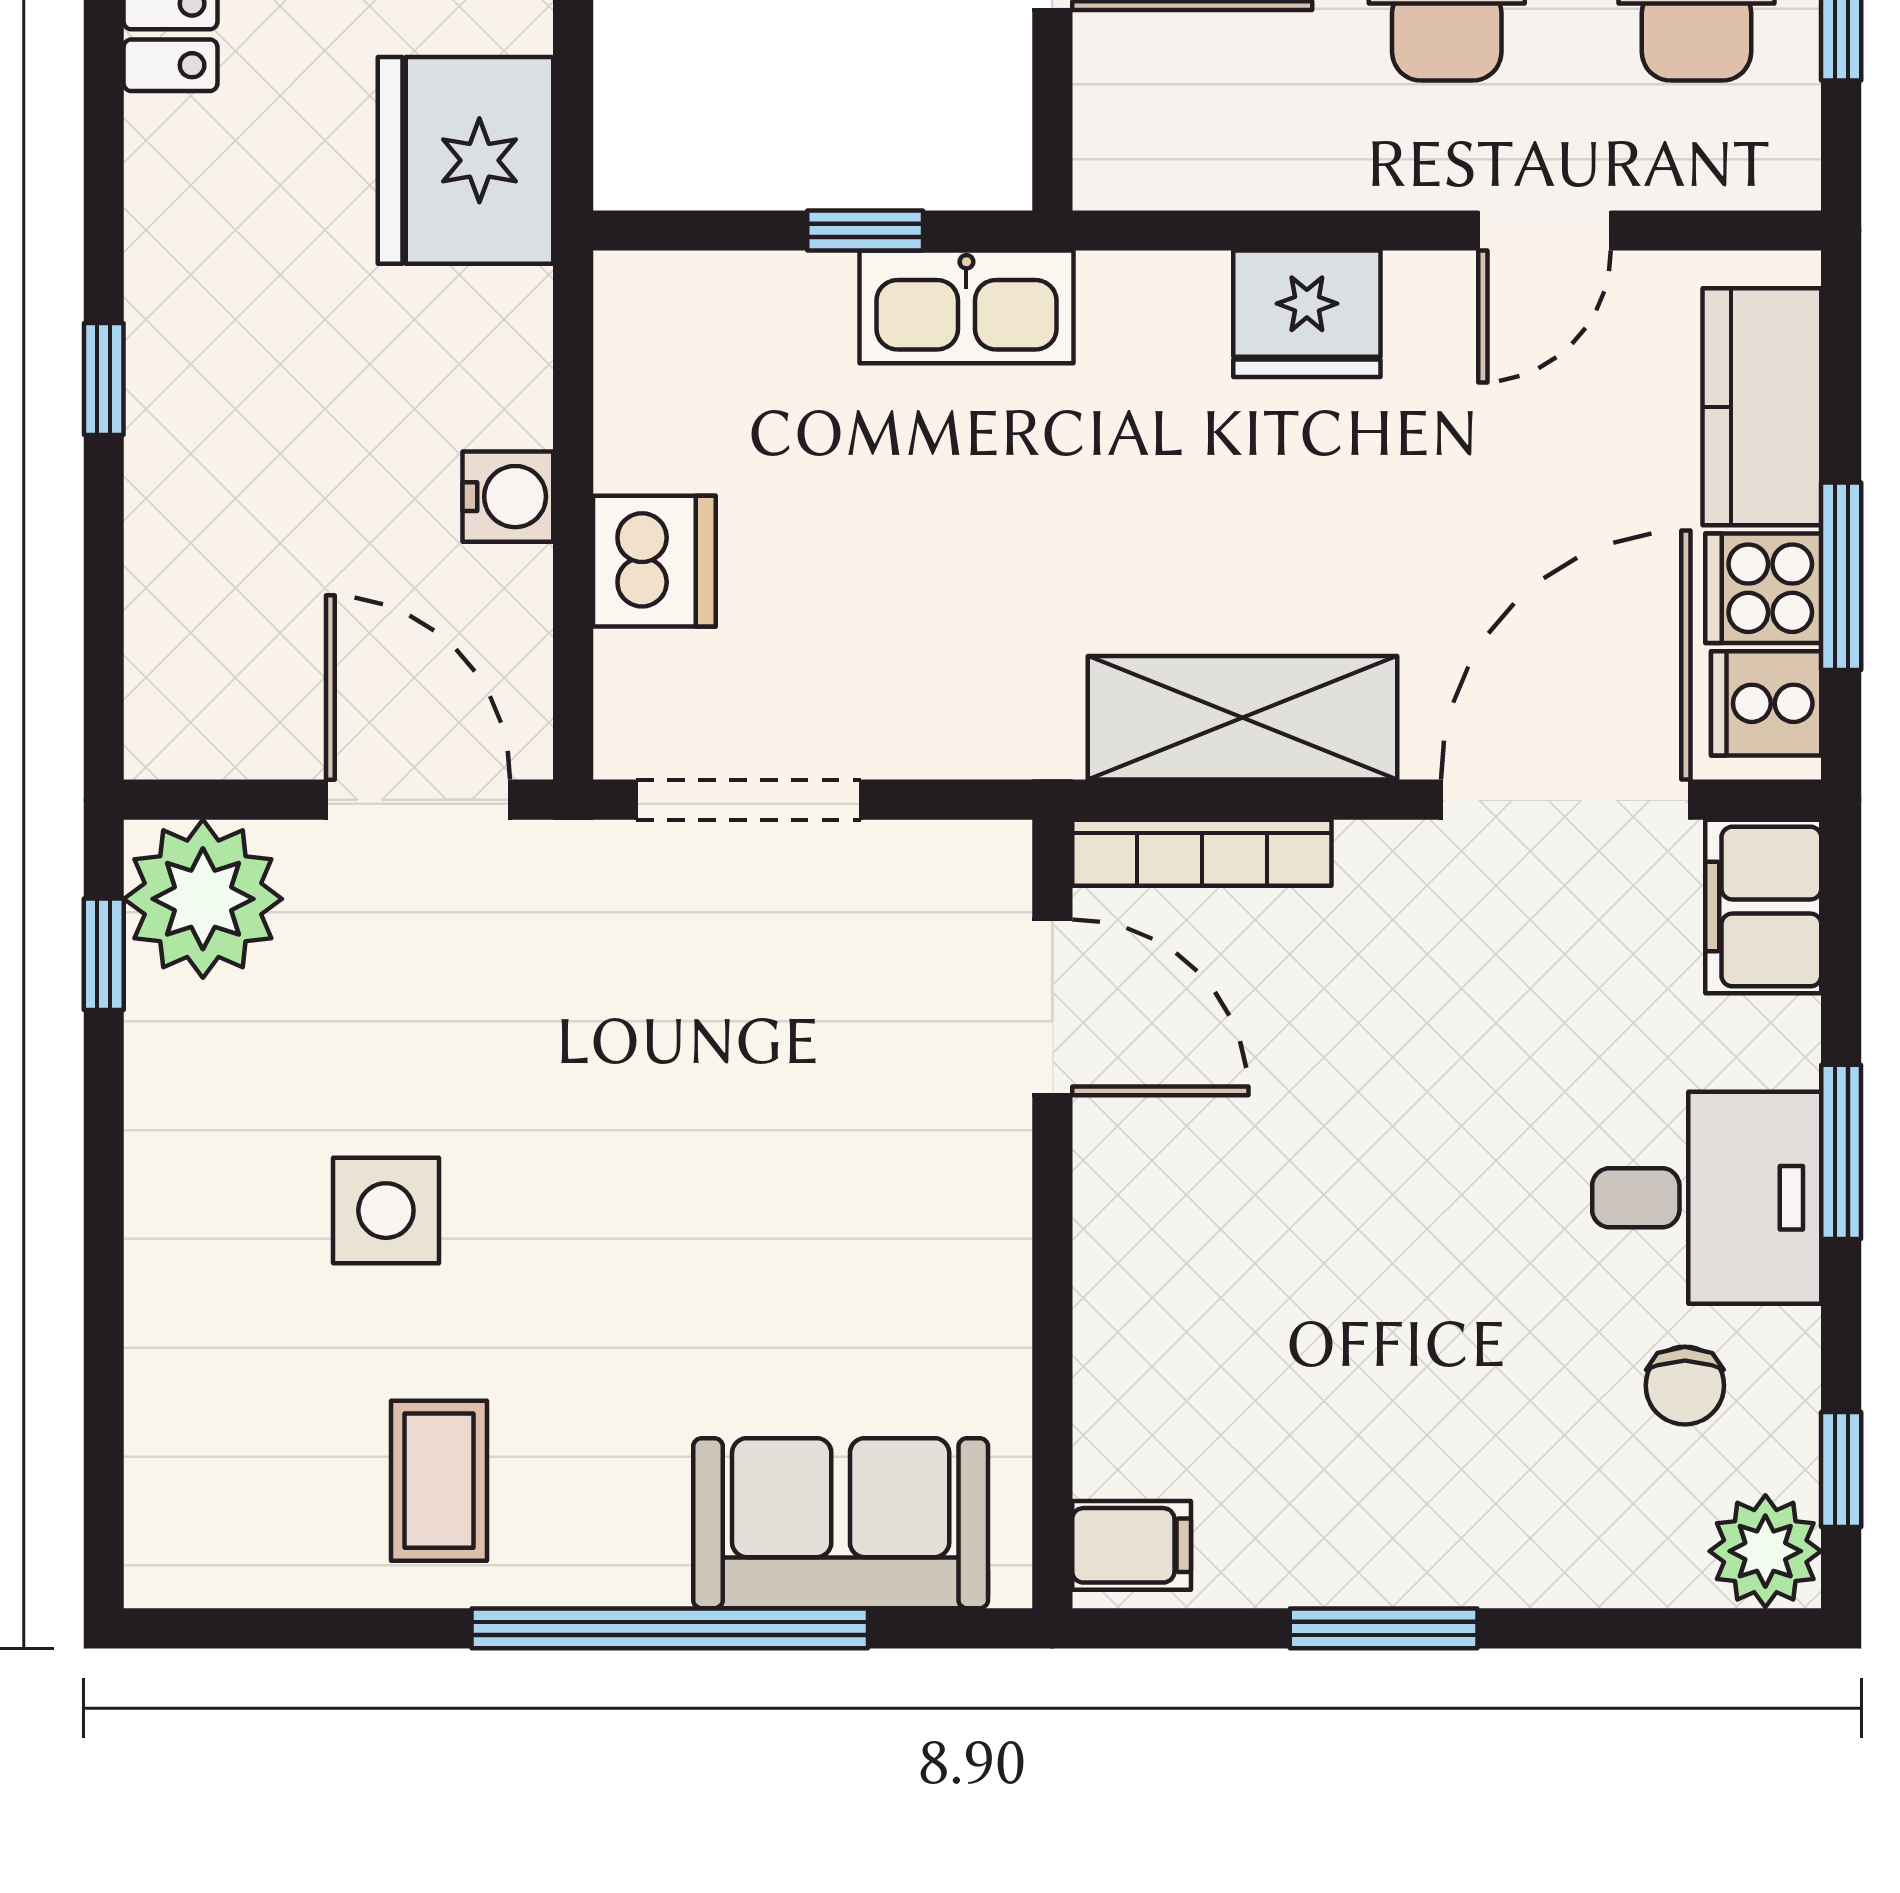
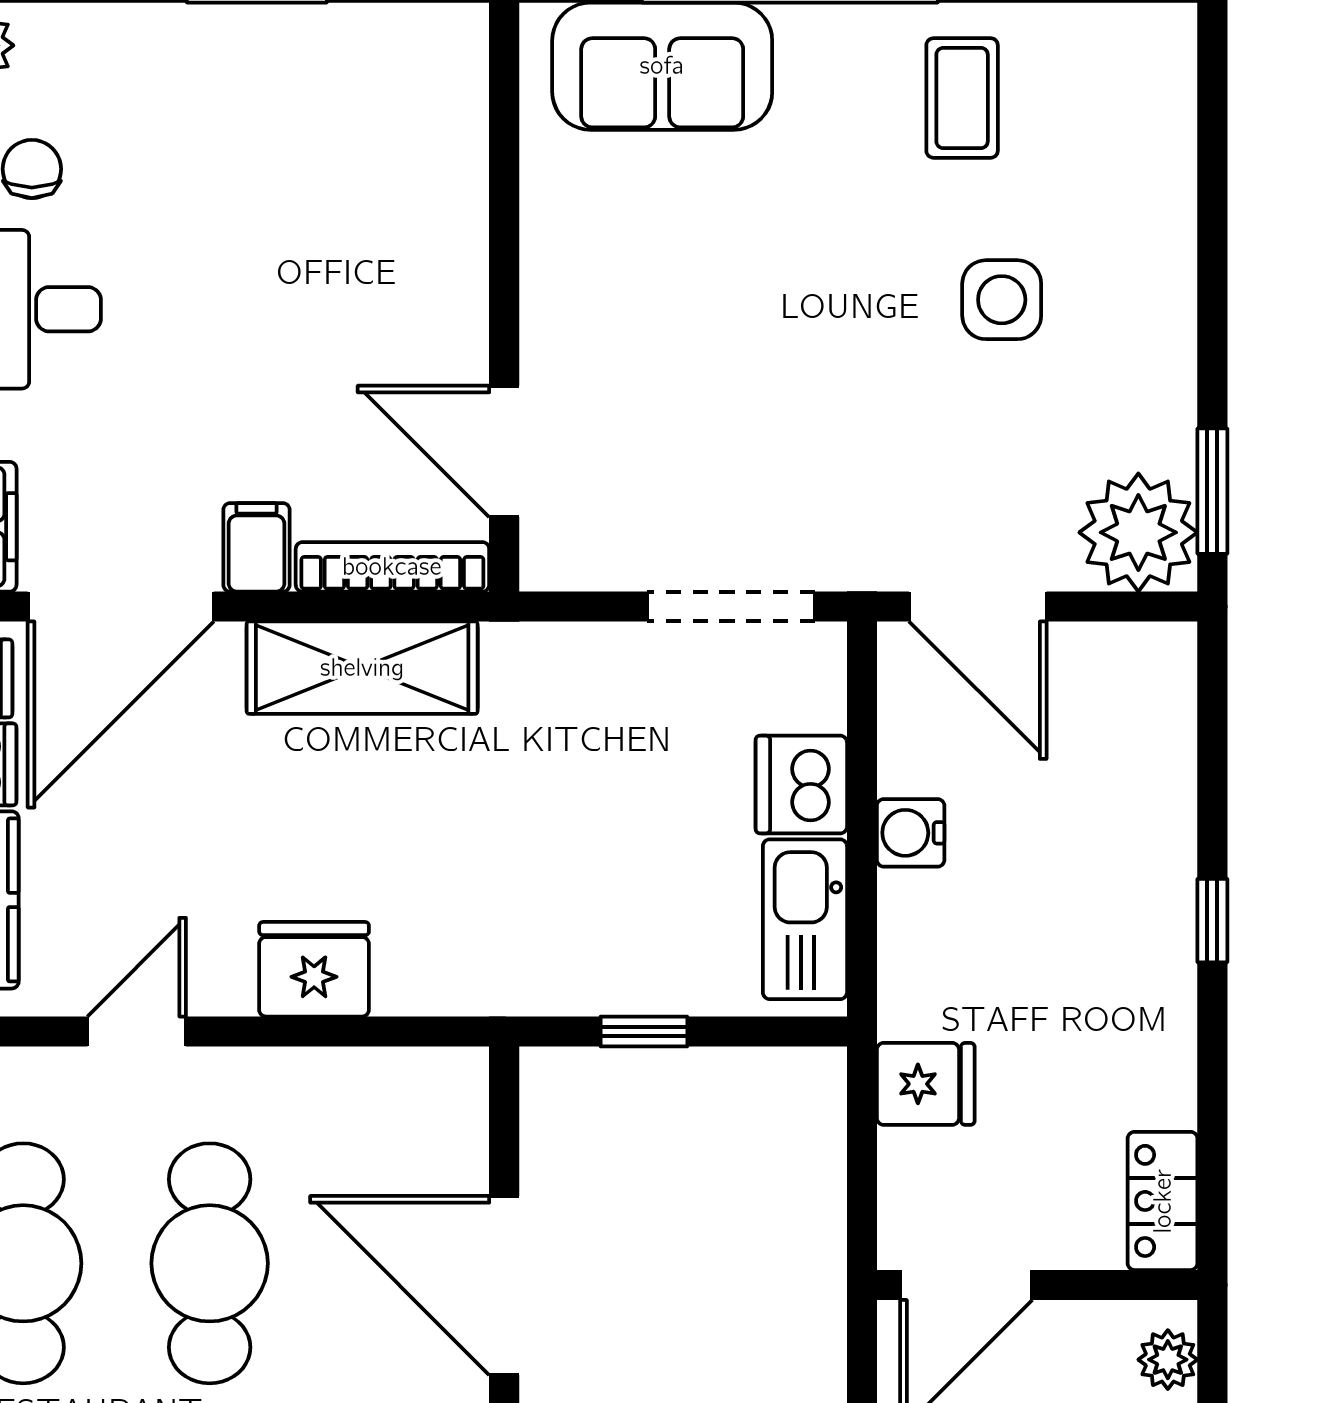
fridge: (465, 160) -> (926, 1084), width x0.53, depth x0.75
kitchen sink: (966, 307) -> (805, 919), moved, turned -90
window: (104, 954) -> (1212, 491), width x1.50
filing cabinet: (1132, 1545) -> (257, 547), moved, turned 90

